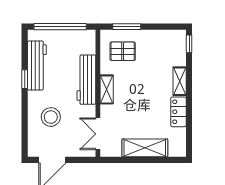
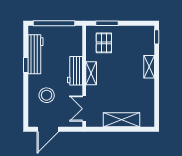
pallet: (123, 51) -> (104, 43), turned 90
workbench: (86, 80) -> (75, 71), width x0.73
locker: (178, 112) -> (148, 91), removed

